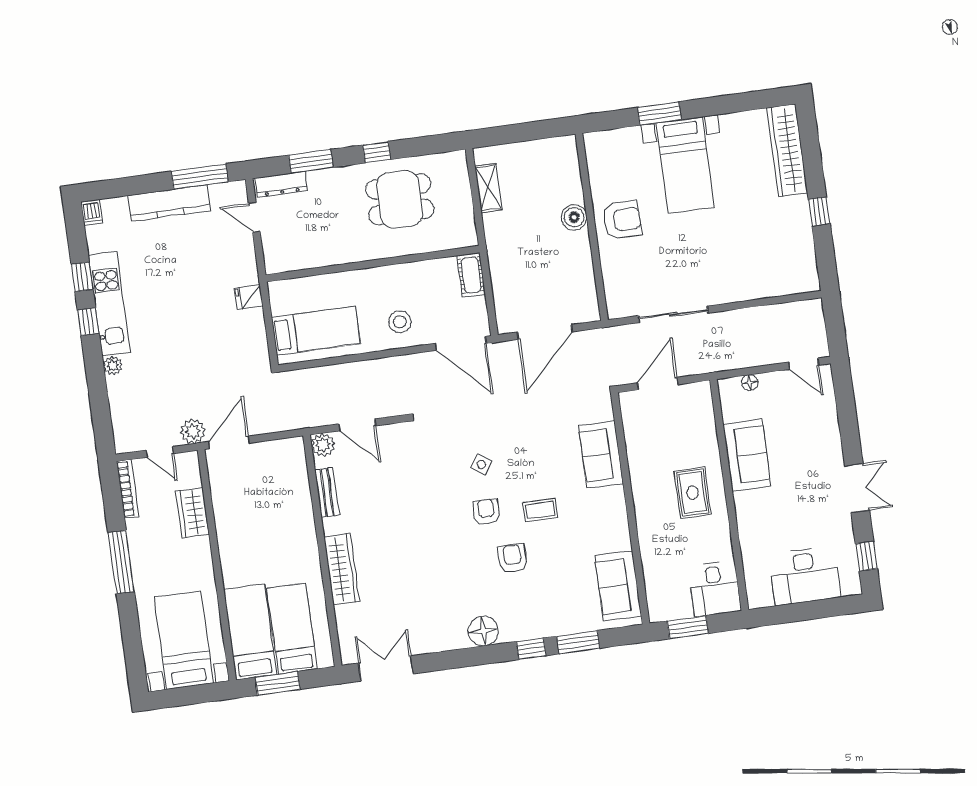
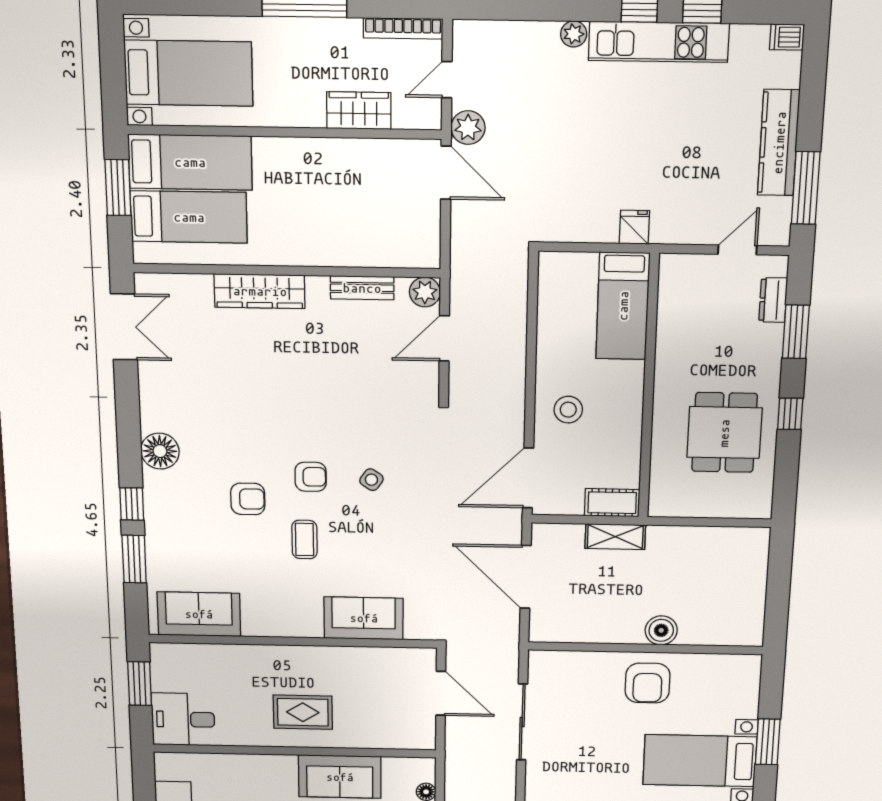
dresser: (281, 184) -> (773, 300), width x0.70
shelving: (488, 188) -> (615, 537), moved
bed: (316, 331) -> (623, 306), moved

